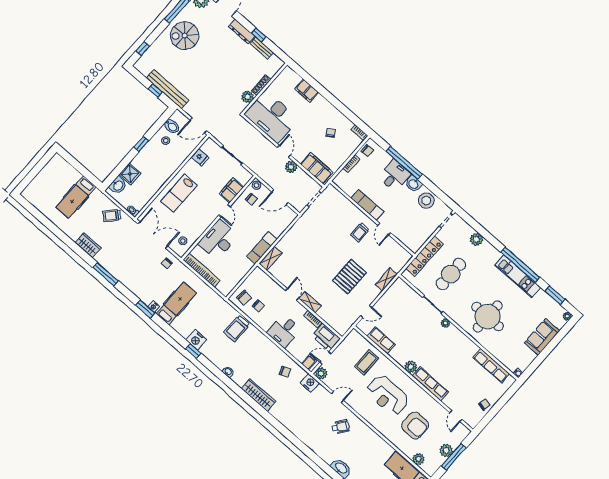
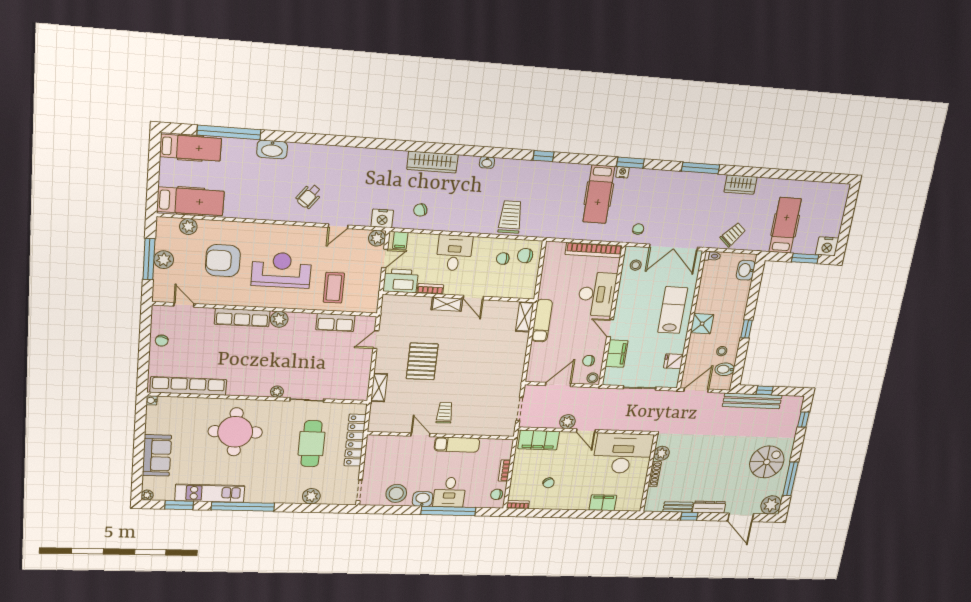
window: (76, 165) -> (805, 258), added
shower: (130, 174) -> (702, 324), moved
kitchen unit: (518, 276) -> (210, 493), moved
nightstand: (196, 340) -> (827, 246), moved, turned 180
row of seats: (491, 366) -> (188, 386), width x1.36

